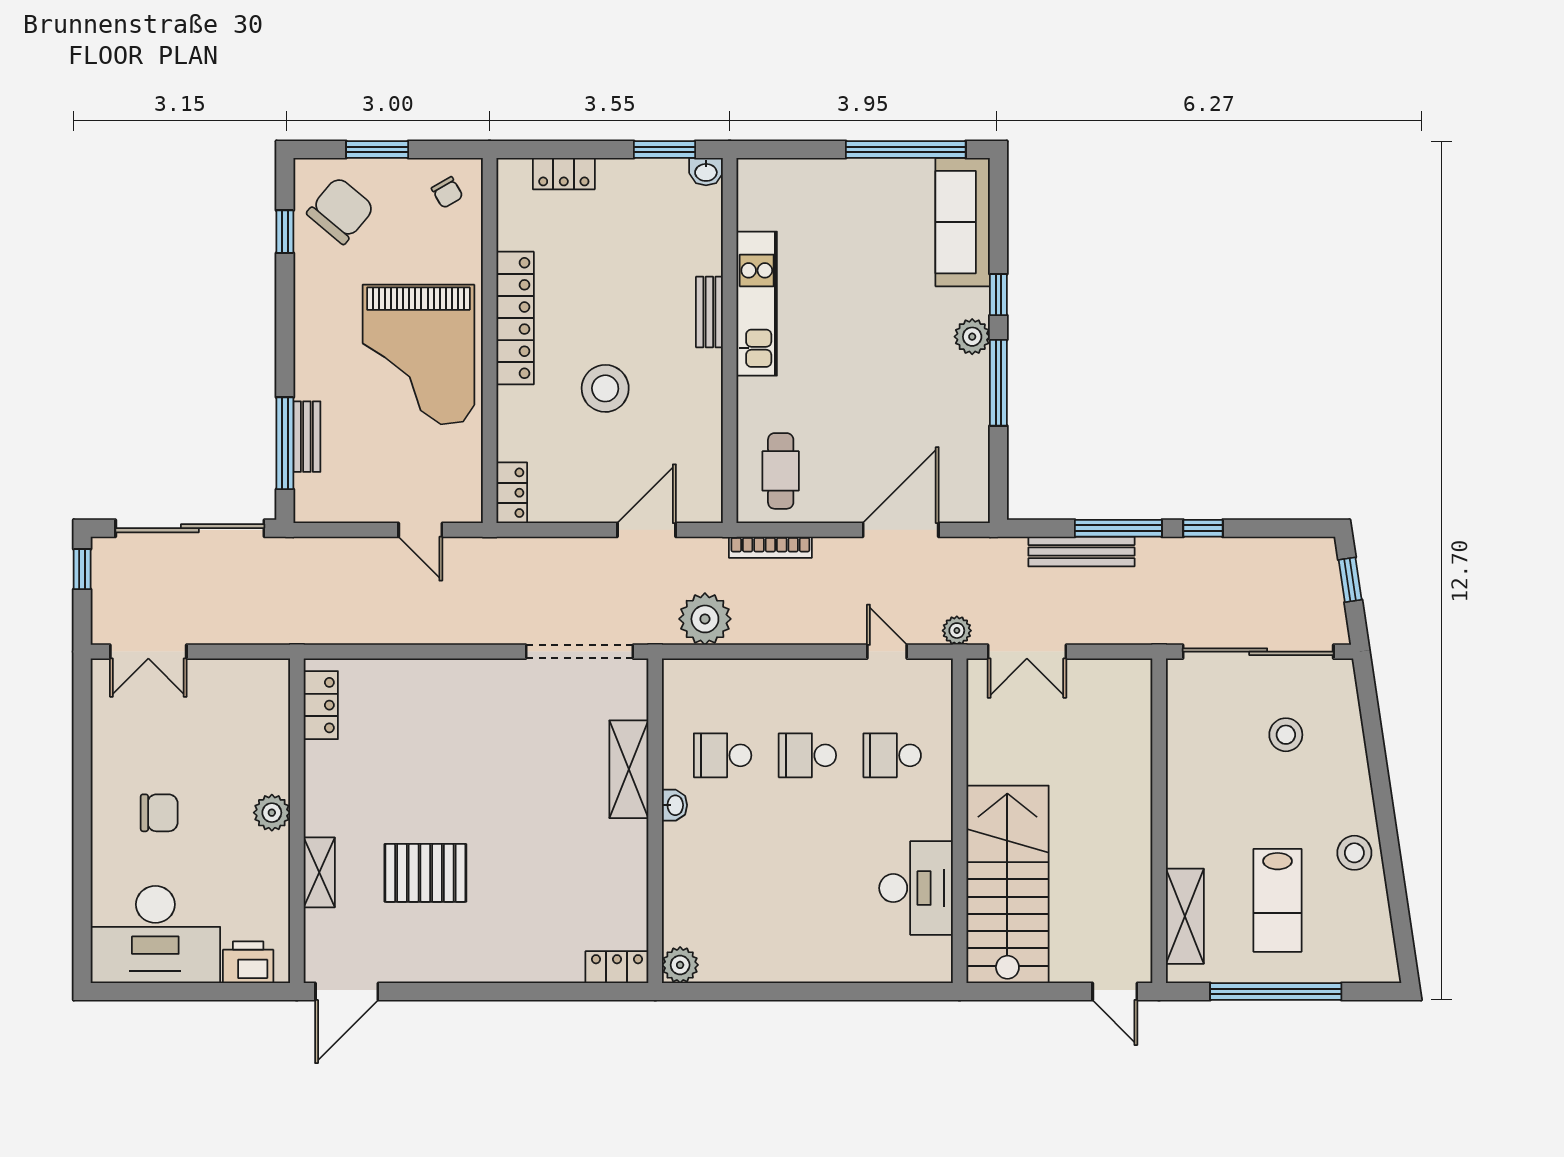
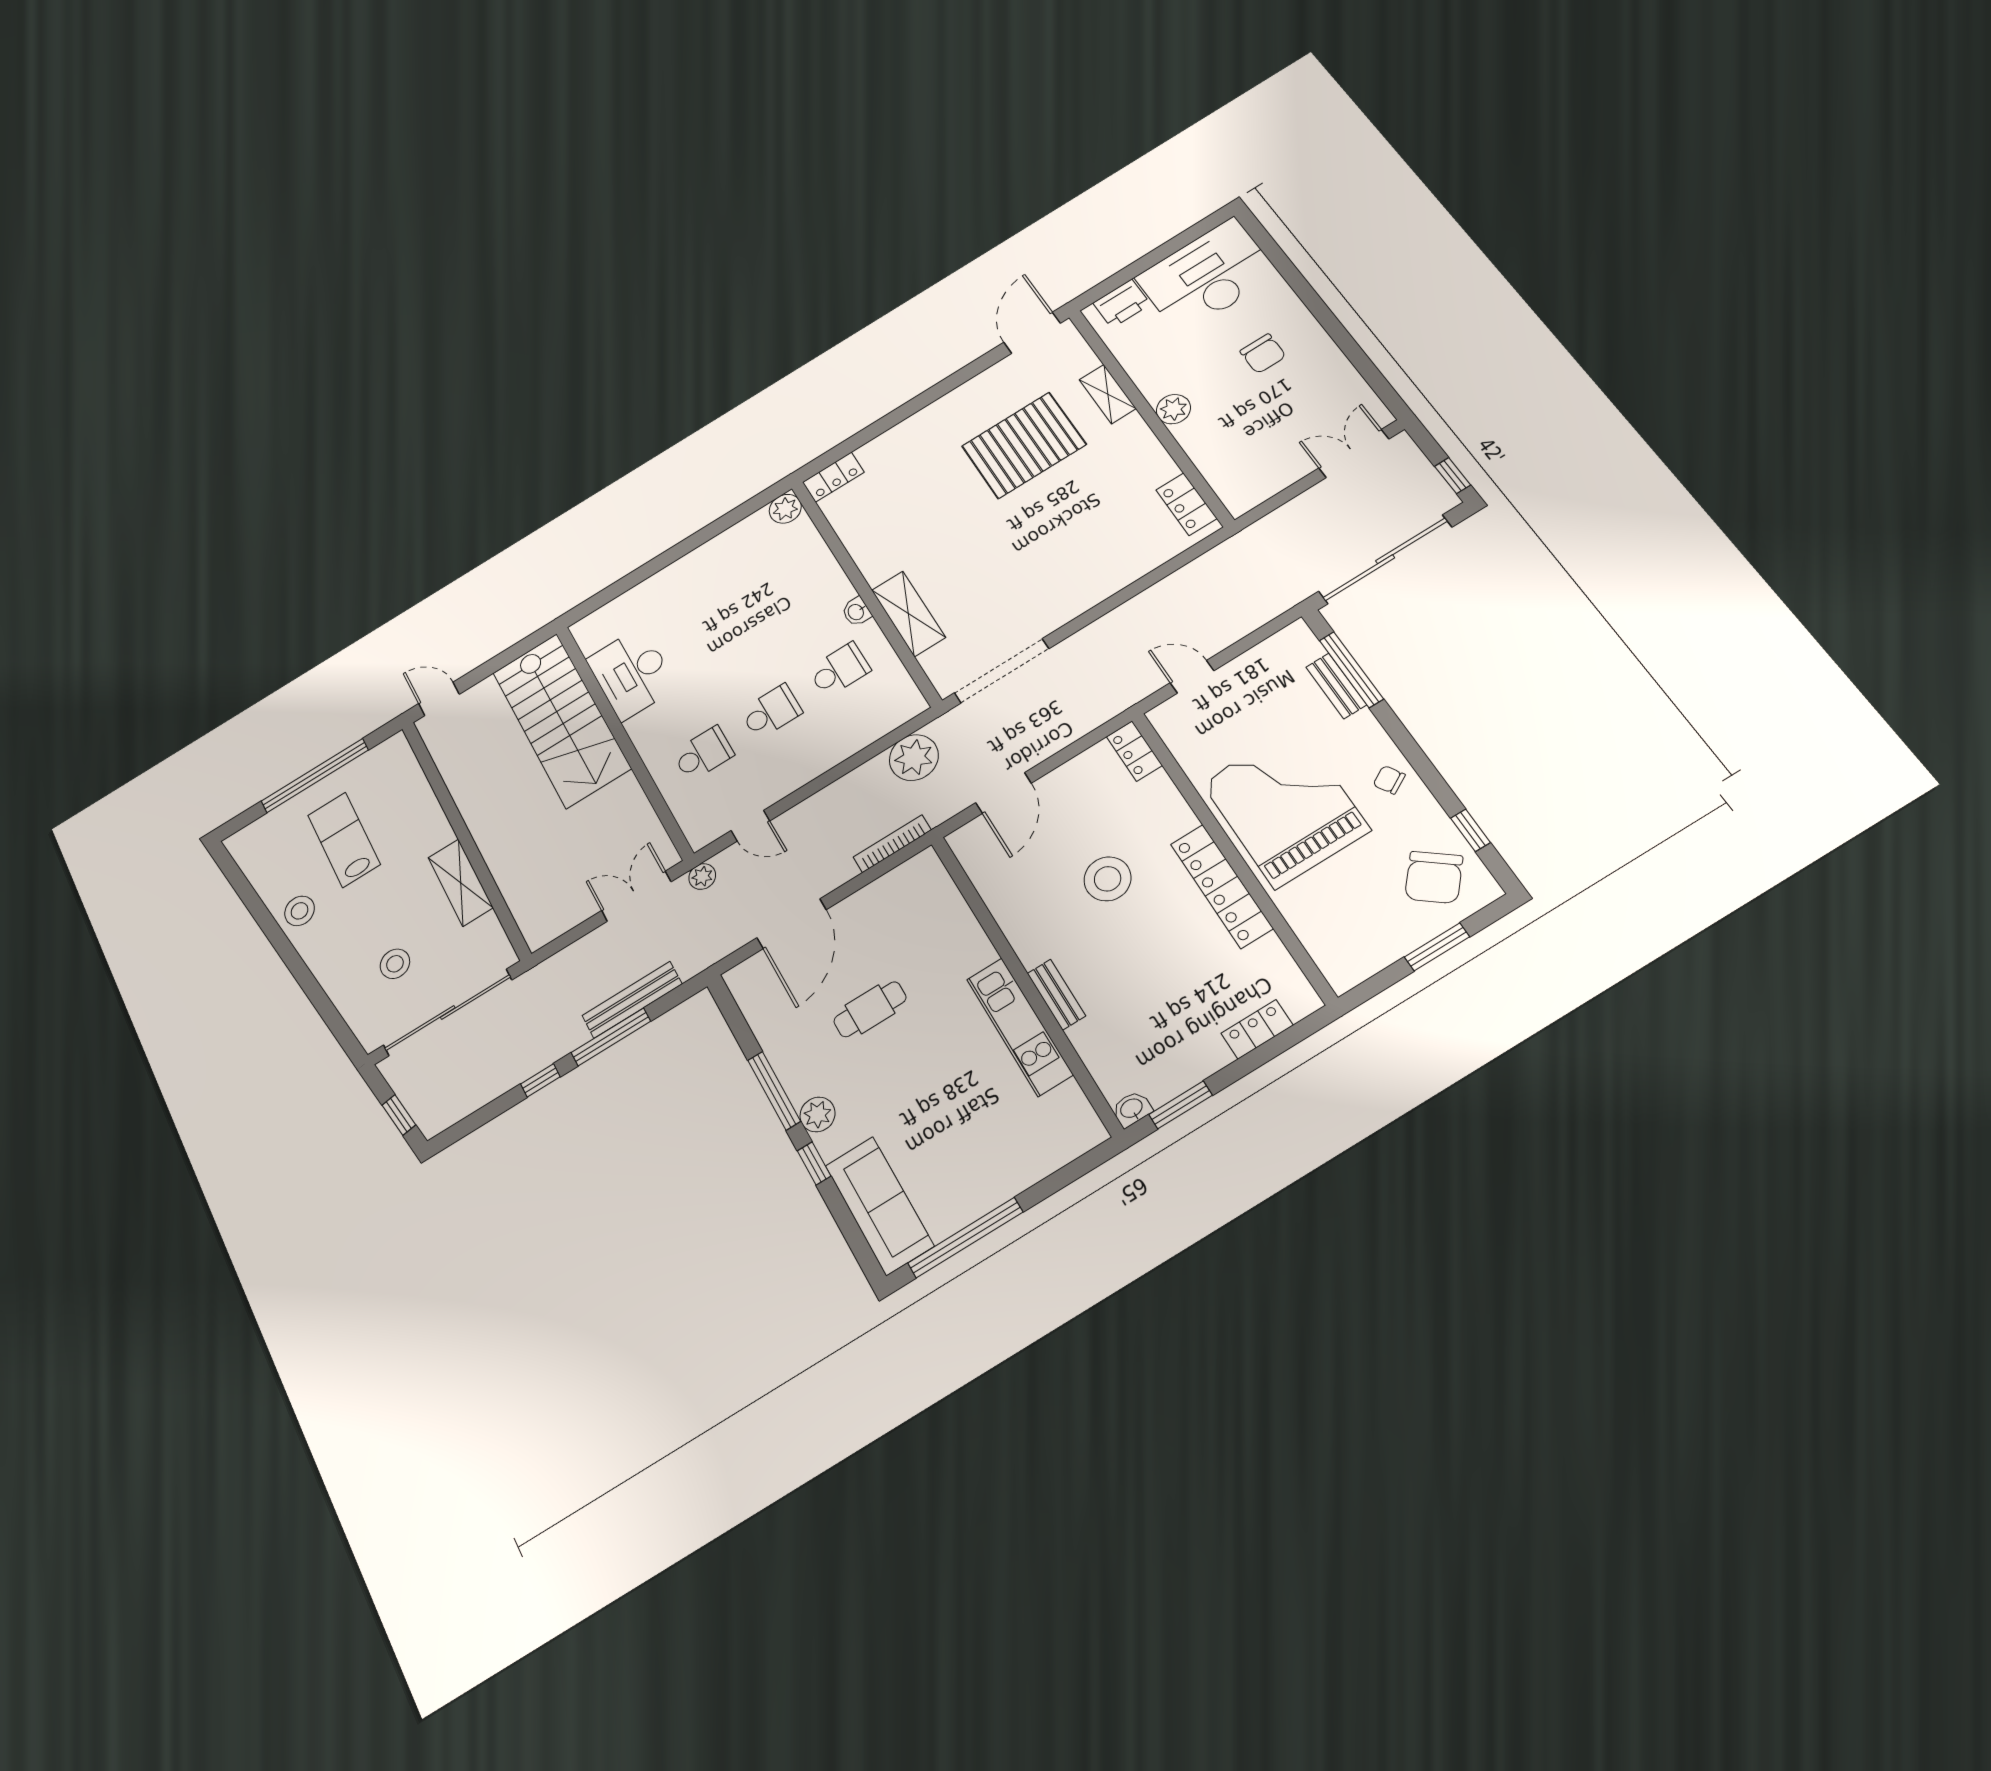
chair: (447, 192) -> (1389, 780), moved
cafe table: (781, 471) -> (870, 1009), moved, turned 90
chair: (159, 813) -> (1263, 354), turned -90
pallet: (425, 873) -> (1024, 445), width x1.37, depth x1.41
shelving: (1185, 916) -> (461, 883), moved

